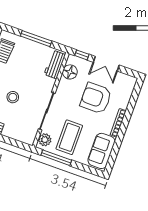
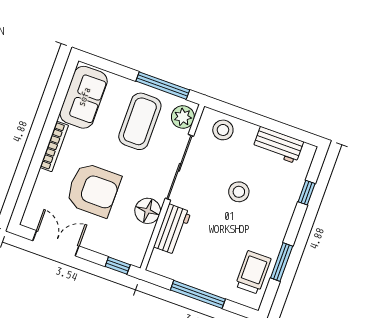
workbench: (55, 64) -> (172, 229), moved
double door: (106, 64) -> (56, 243), moved
floor lamp: (70, 72) -> (148, 211), moved
stool: (22, 132) -> (223, 130), added

